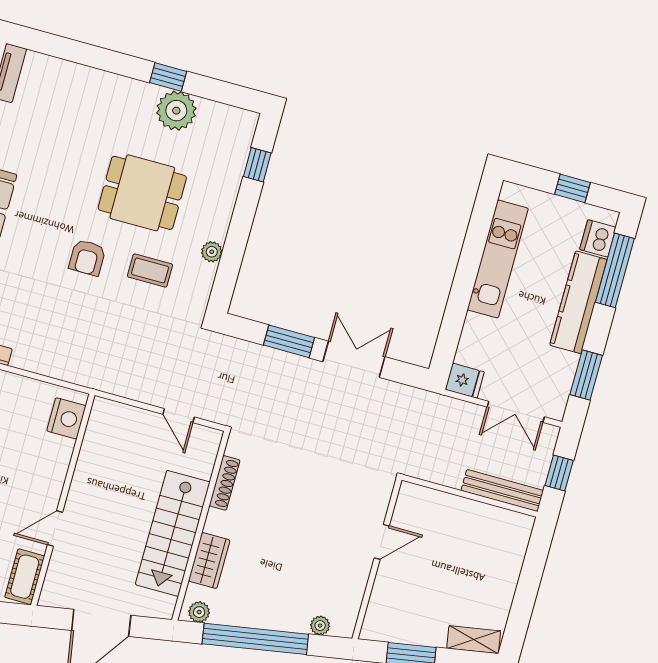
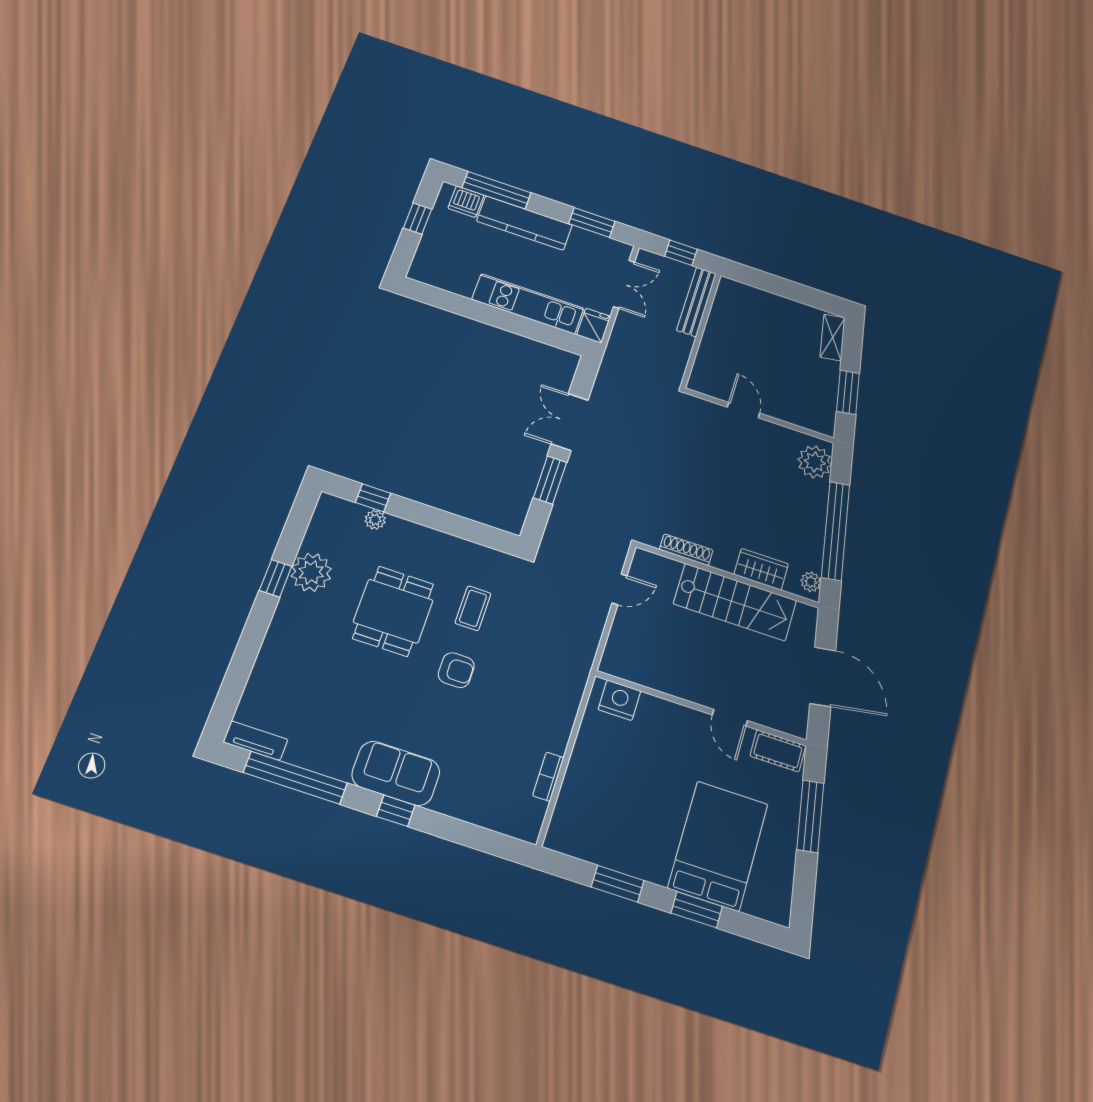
plant: (212, 252) -> (375, 520), moved
kitchen unit: (498, 259) -> (528, 304), moved
plant: (320, 626) -> (815, 462), width x1.88, depth x1.88

